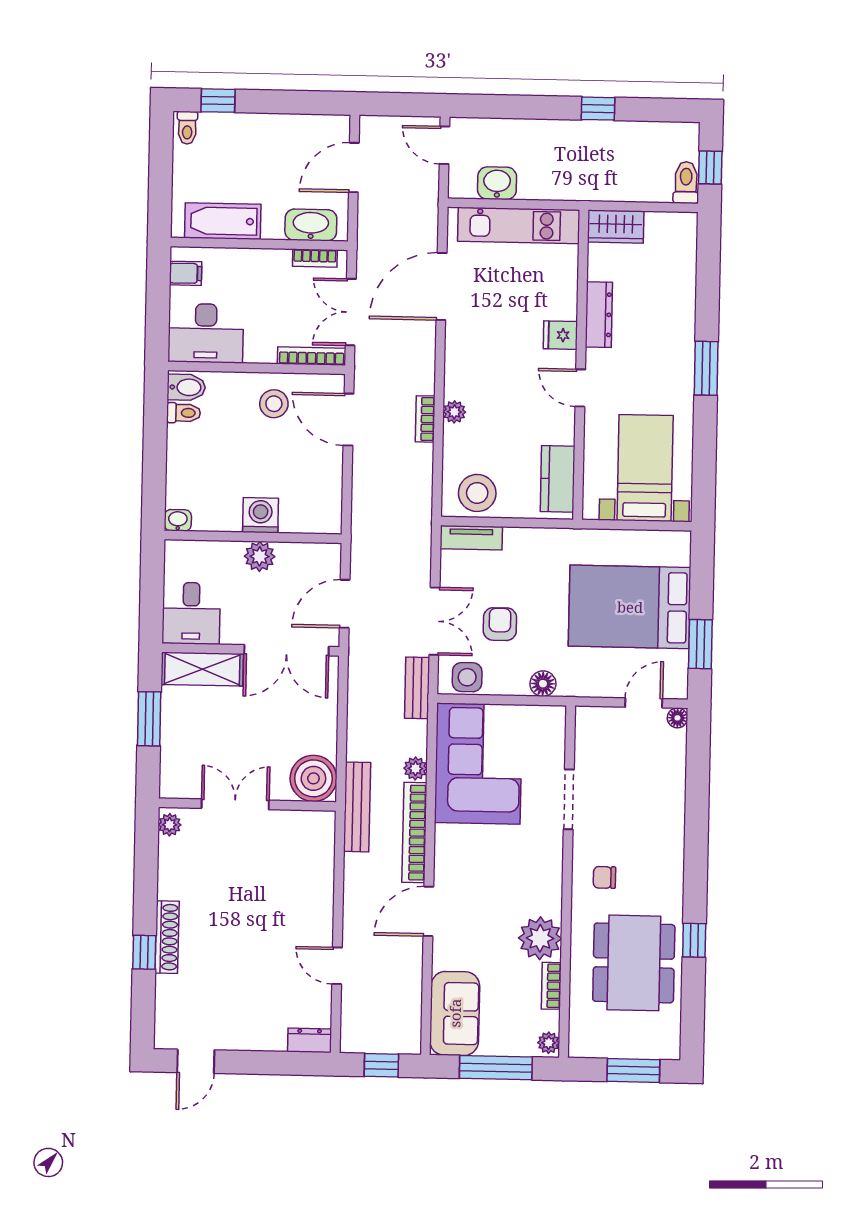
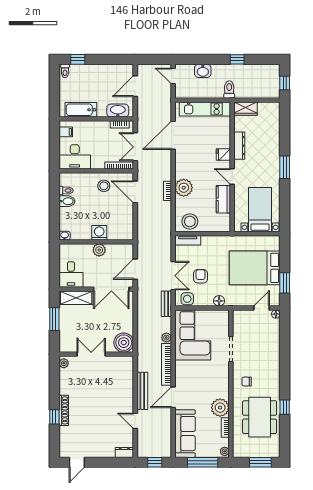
toilet: (686, 182) -> (229, 89), moved
washbasin: (497, 183) -> (203, 71), moved, turned 180
bidet: (186, 387) -> (67, 201), moved
plant: (454, 412) -> (184, 188), width x1.87, depth x1.87
kitchen counter: (558, 479) -> (223, 199), moved
bench: (357, 807) -> (142, 391), moved
sofa: (455, 1013) -> (185, 434), width x1.36

